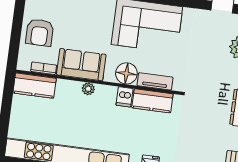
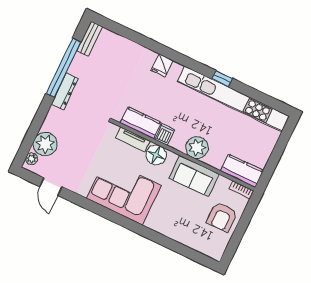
armchair: (40, 33) -> (222, 217), turned 180
bookcase: (44, 68) -> (241, 190), moved
plant: (88, 89) -> (197, 148), width x1.88, depth x1.88

